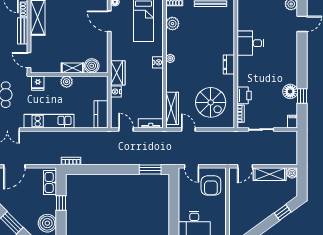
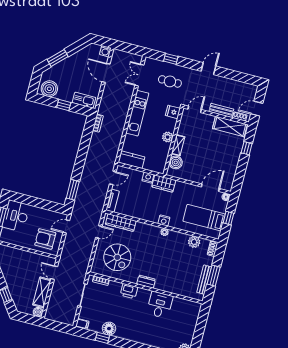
printer: (244, 95) -> (129, 291), moved
spiral stairs: (211, 102) -> (117, 257), turned -90

